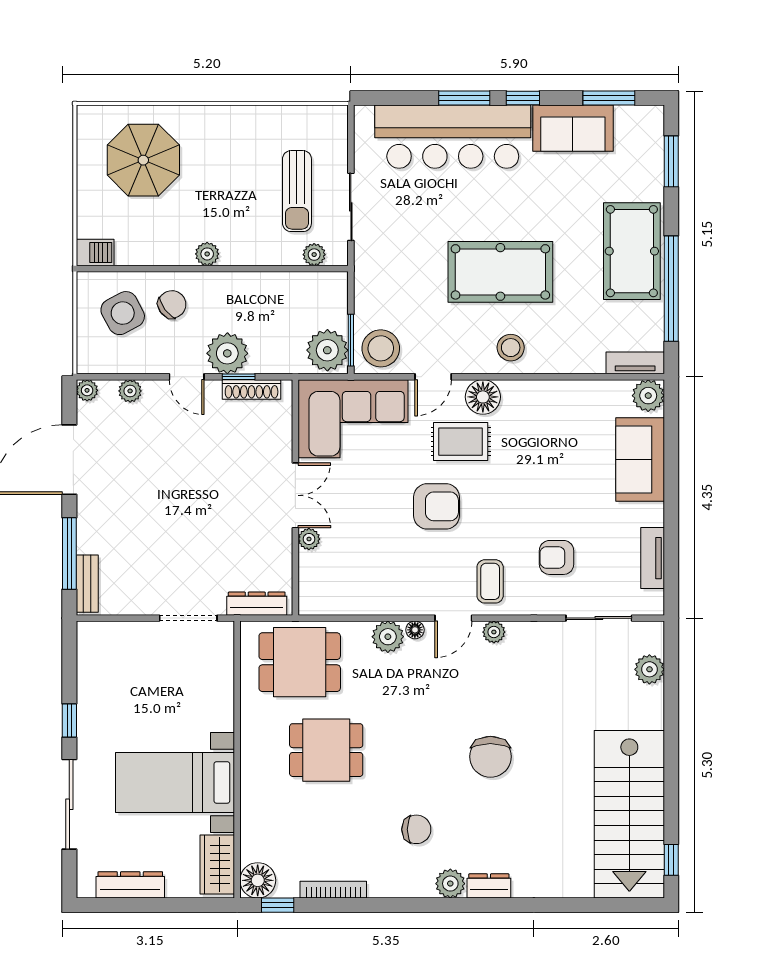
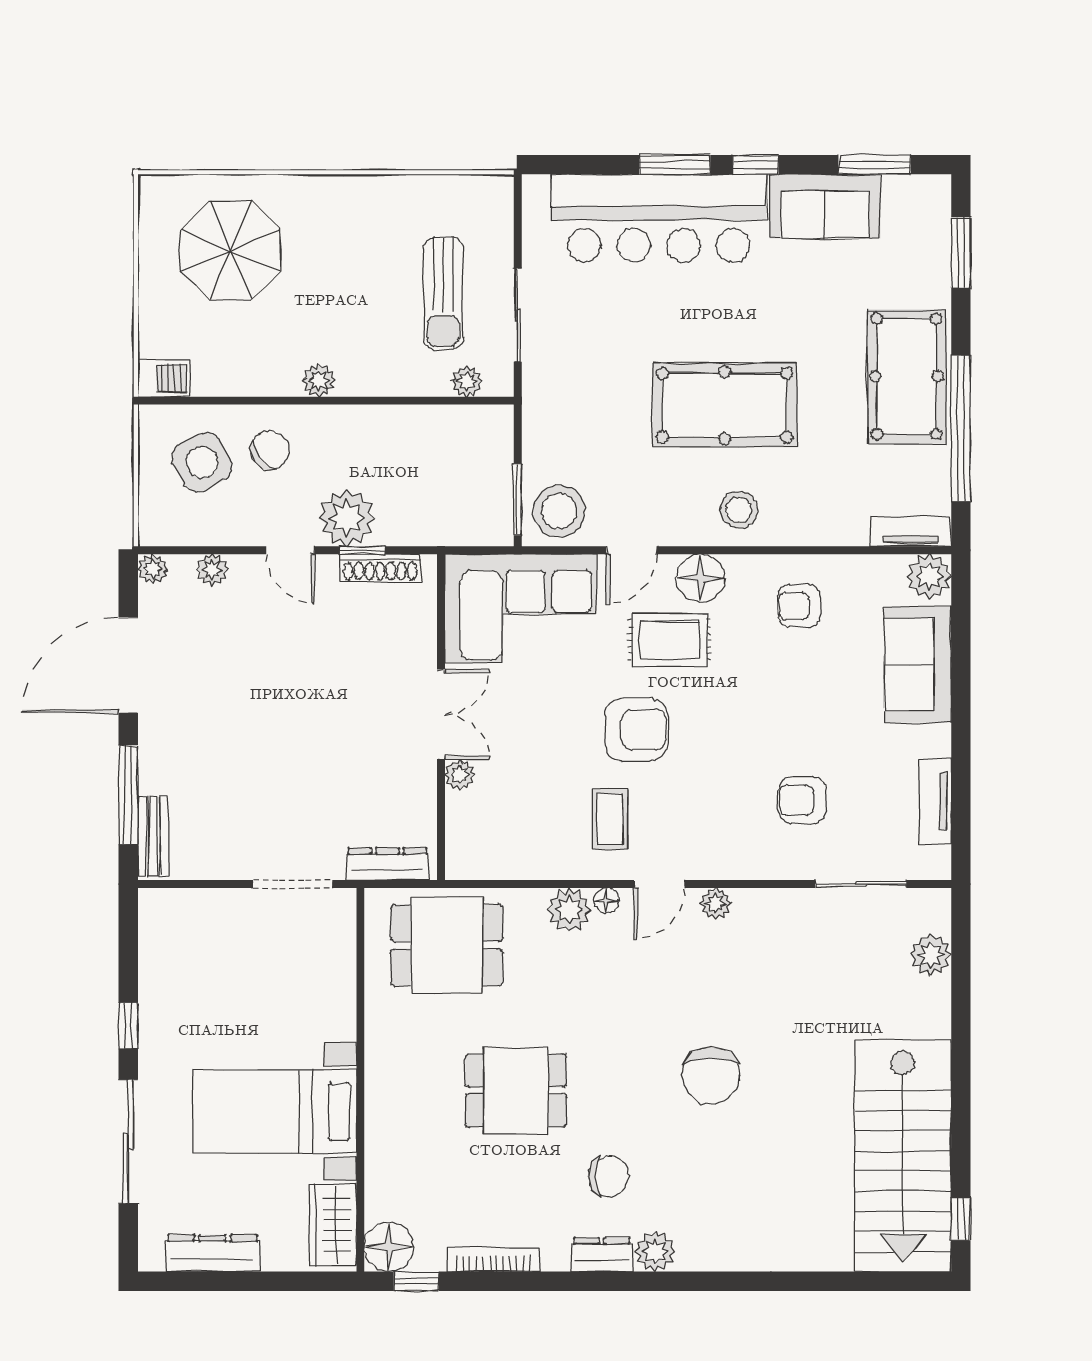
plant: (327, 350) -> (485, 514), removed
armchair: (554, 417) -> (799, 606), added
coffee table: (490, 581) -> (610, 819), moved
dining table: (326, 750) -> (516, 1091), moved
dresser: (489, 886) -> (602, 1255), moved

